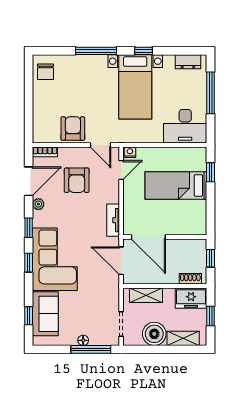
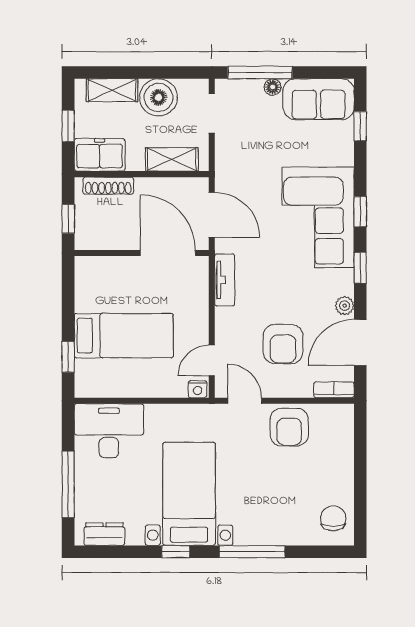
armchair: (77, 180) -> (283, 344), turned 180
shoe rack: (190, 279) -> (108, 186), width x1.43
sofa: (45, 314) -> (319, 99), moved, turned -90

